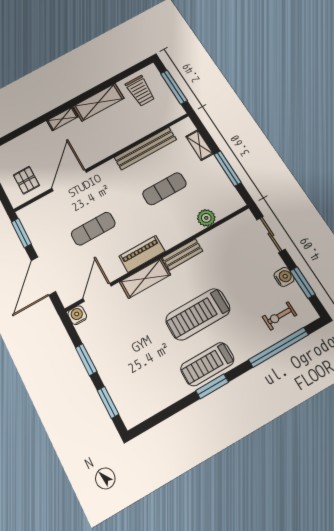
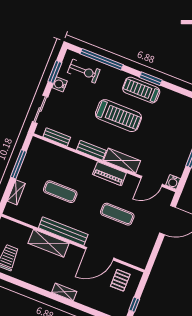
shelving: (99, 102) -> (49, 243), moved
bench: (145, 149) -> (63, 231), moved
plant: (206, 218) -> (59, 153), removed
bench: (226, 229) -> (57, 137), added
window: (21, 233) -> (154, 255), removed
exercise bike: (279, 316) -> (84, 71), width x1.38, depth x1.39
treadmill: (207, 364) -> (141, 90), turned 180

